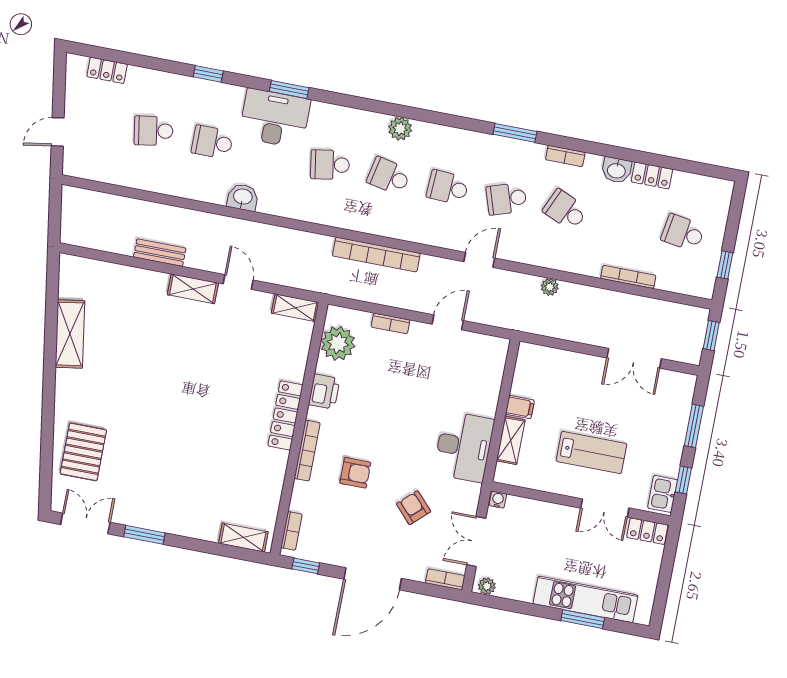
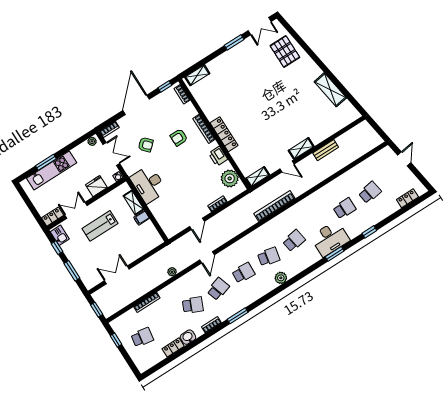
washbasin: (243, 197) -> (314, 199), removed
bookcase: (376, 255) -> (274, 206), moved
fridge: (542, 515) -> (96, 186), added

